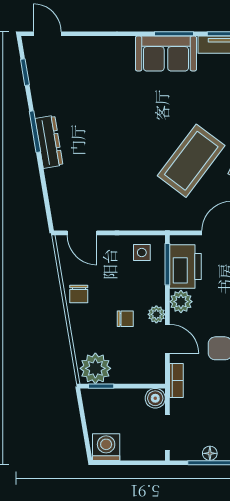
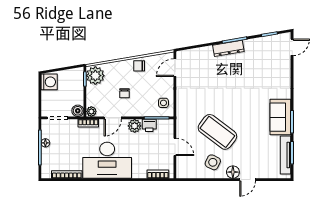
printer: (185, 267) -> (149, 125), width x0.53, depth x0.68
plant: (156, 314) -> (91, 111), moved

